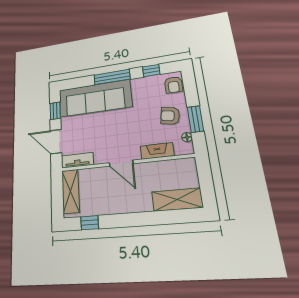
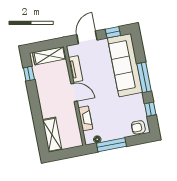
armchair: (170, 116) -> (113, 126), removed
window: (195, 119) -> (111, 145), width x1.44
tv unit: (77, 160) -> (76, 69), moved
door: (121, 163) -> (74, 92), swing flipped

